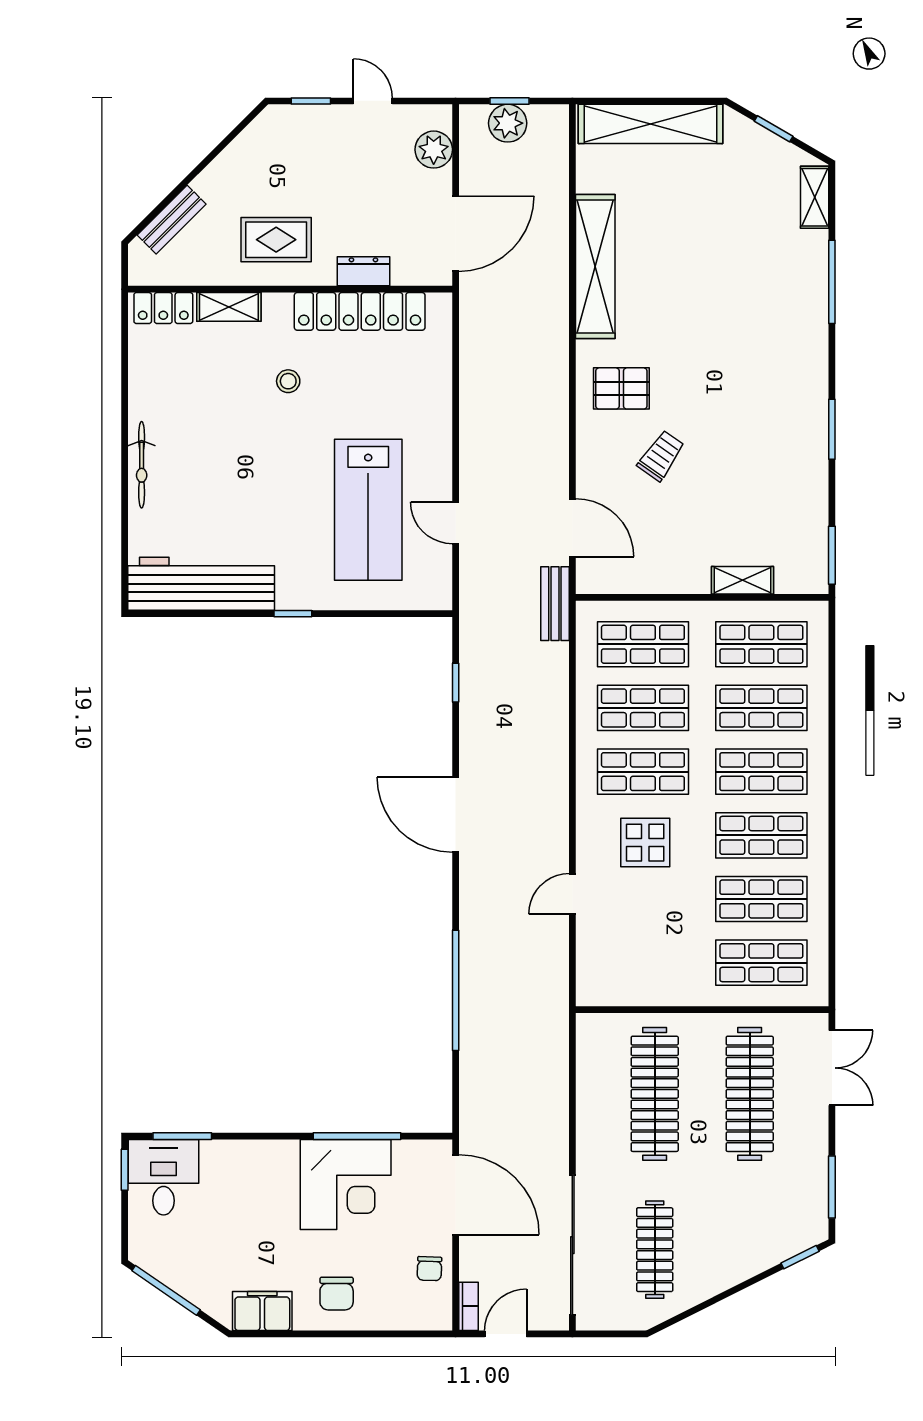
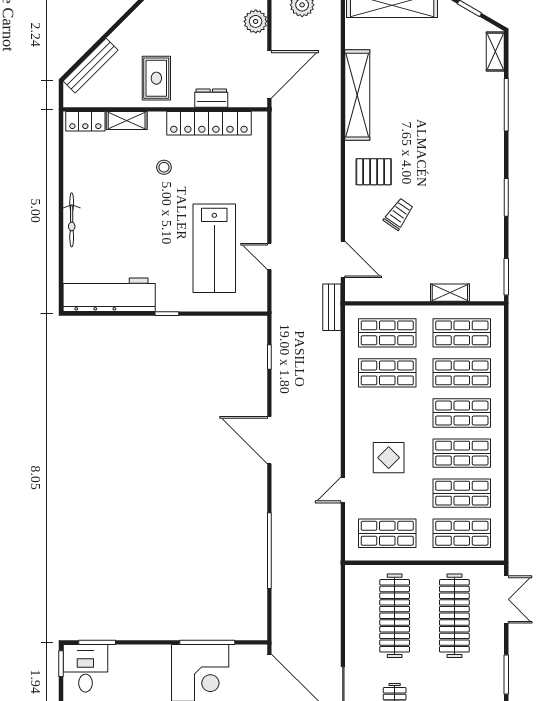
bench: (172, 220) -> (91, 66), width x1.36
rug: (276, 240) -> (156, 78), turned 90
shop shelf: (643, 772) -> (387, 533), moved

